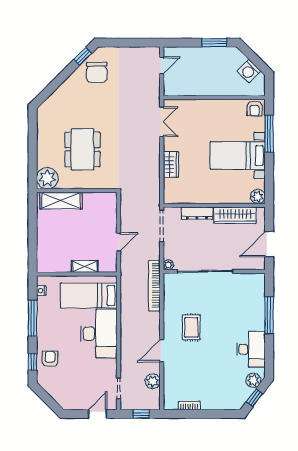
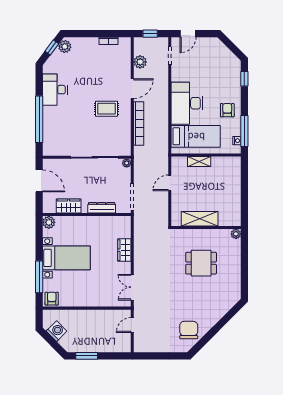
window: (83, 56) -> (201, 344), removed
door: (162, 65) -> (132, 325), moved
dining table: (82, 149) -> (201, 263), width x0.73
plant: (47, 178) -> (236, 234), width x0.53, depth x0.53
shelving: (61, 201) -> (200, 219), moved
wardrobe: (235, 215) -> (69, 206), width x0.67
door: (269, 244) -> (39, 181), hinge flipped
bookcase: (154, 286) -> (139, 123), moved
window: (269, 315) -> (39, 119), width x1.46
window: (33, 318) -> (244, 131), moved
rug: (191, 327) -> (107, 109), turned 90
armchair: (50, 359) -> (227, 110), moved, turned 180
plant: (253, 380) -> (65, 47), moved

